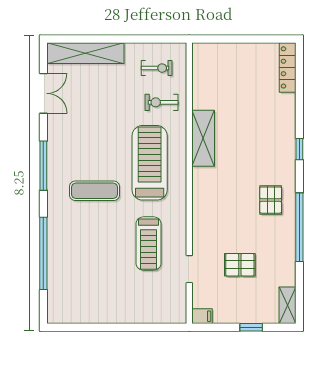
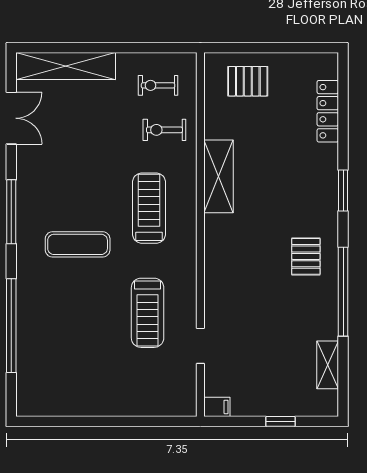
locker: (288, 67) -> (328, 111), moved
exercise bike: (157, 68) -> (158, 85), turned 180
window: (299, 149) -> (343, 190), width x1.50
treadmill: (150, 163) -> (149, 208), width x0.73, depth x0.73
pallet: (240, 265) -> (248, 81), moved
shelving: (288, 305) -> (328, 365), moved

